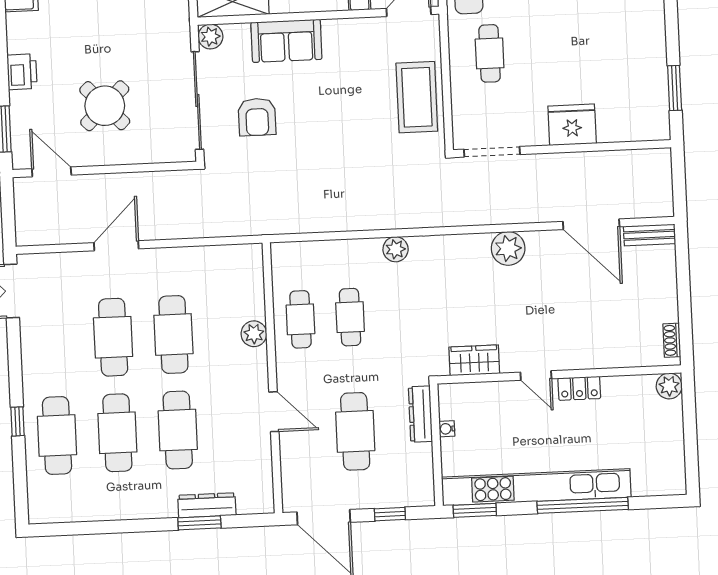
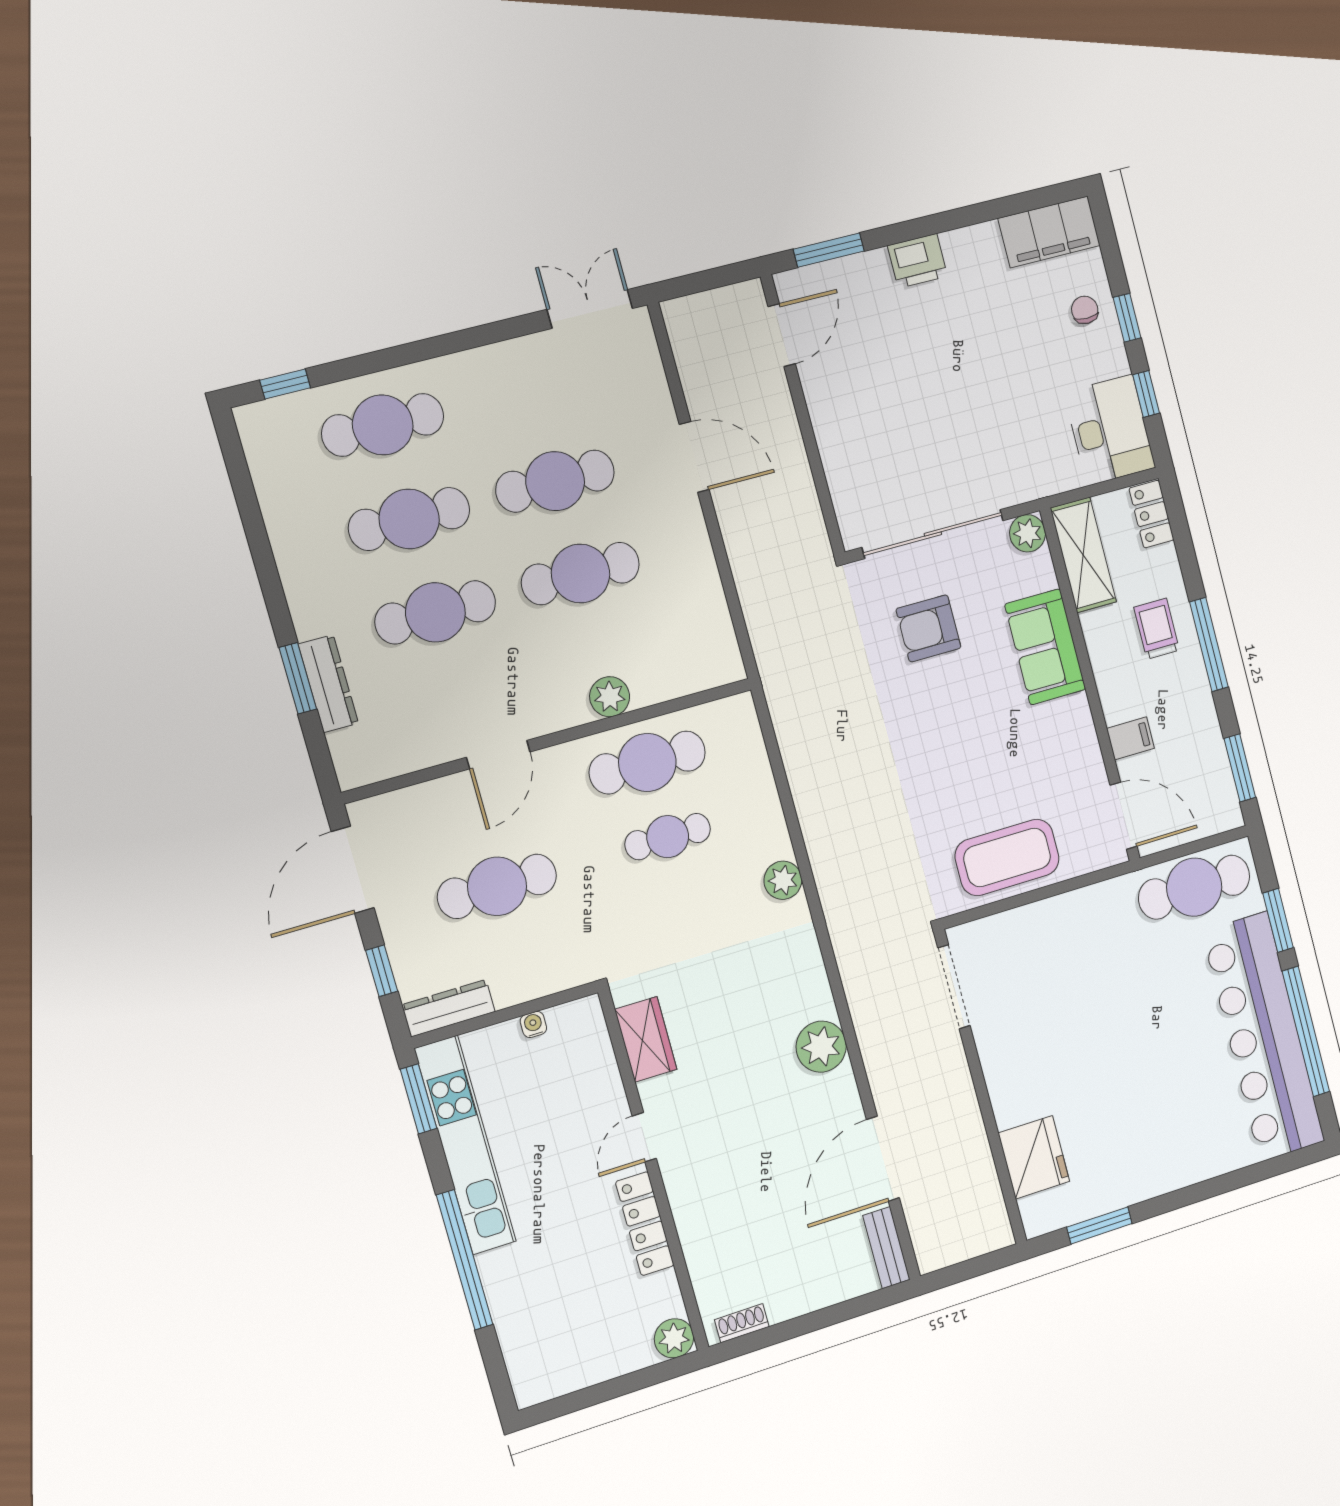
cafe table: (490, 53) -> (1091, 947), removed
round table: (105, 106) -> (895, 396), removed
fridge: (572, 125) -> (1034, 1157), moved
cafe table: (300, 319) -> (647, 762), width x1.37, depth x1.35
locker: (579, 388) -> (645, 1224), width x1.53
dresser: (420, 414) -> (448, 1008), moved
window: (17, 421) -> (285, 384), moved
kitchen unit: (536, 487) -> (465, 1145), width x0.73

